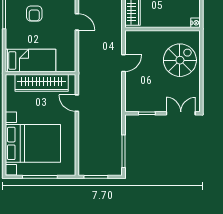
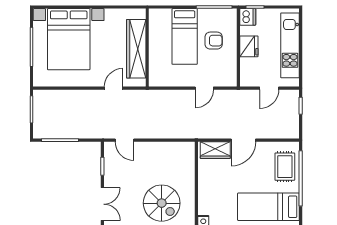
armchair: (34, 14) -> (214, 41), turned 180
bed: (31, 60) -> (185, 36), moved
door: (124, 63) -> (125, 140), moved

